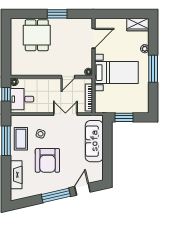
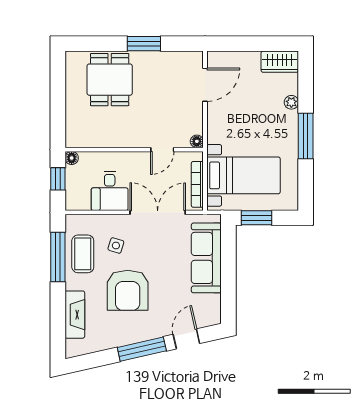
bed with nightstands: (116, 73) -> (243, 175), moved
desk: (22, 99) -> (110, 191), moved, turned -90
double door: (65, 114) -> (158, 212), width x1.37

